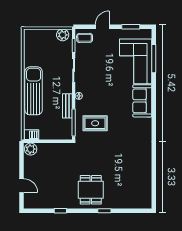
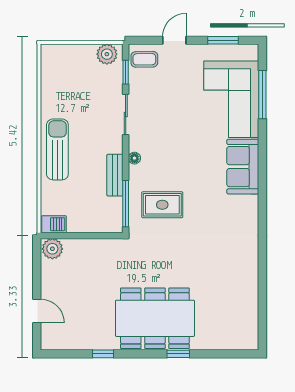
sun lounger: (34, 91) -> (57, 149), width x0.73, depth x0.75
dining table: (91, 190) -> (155, 318), width x1.88, depth x1.24

